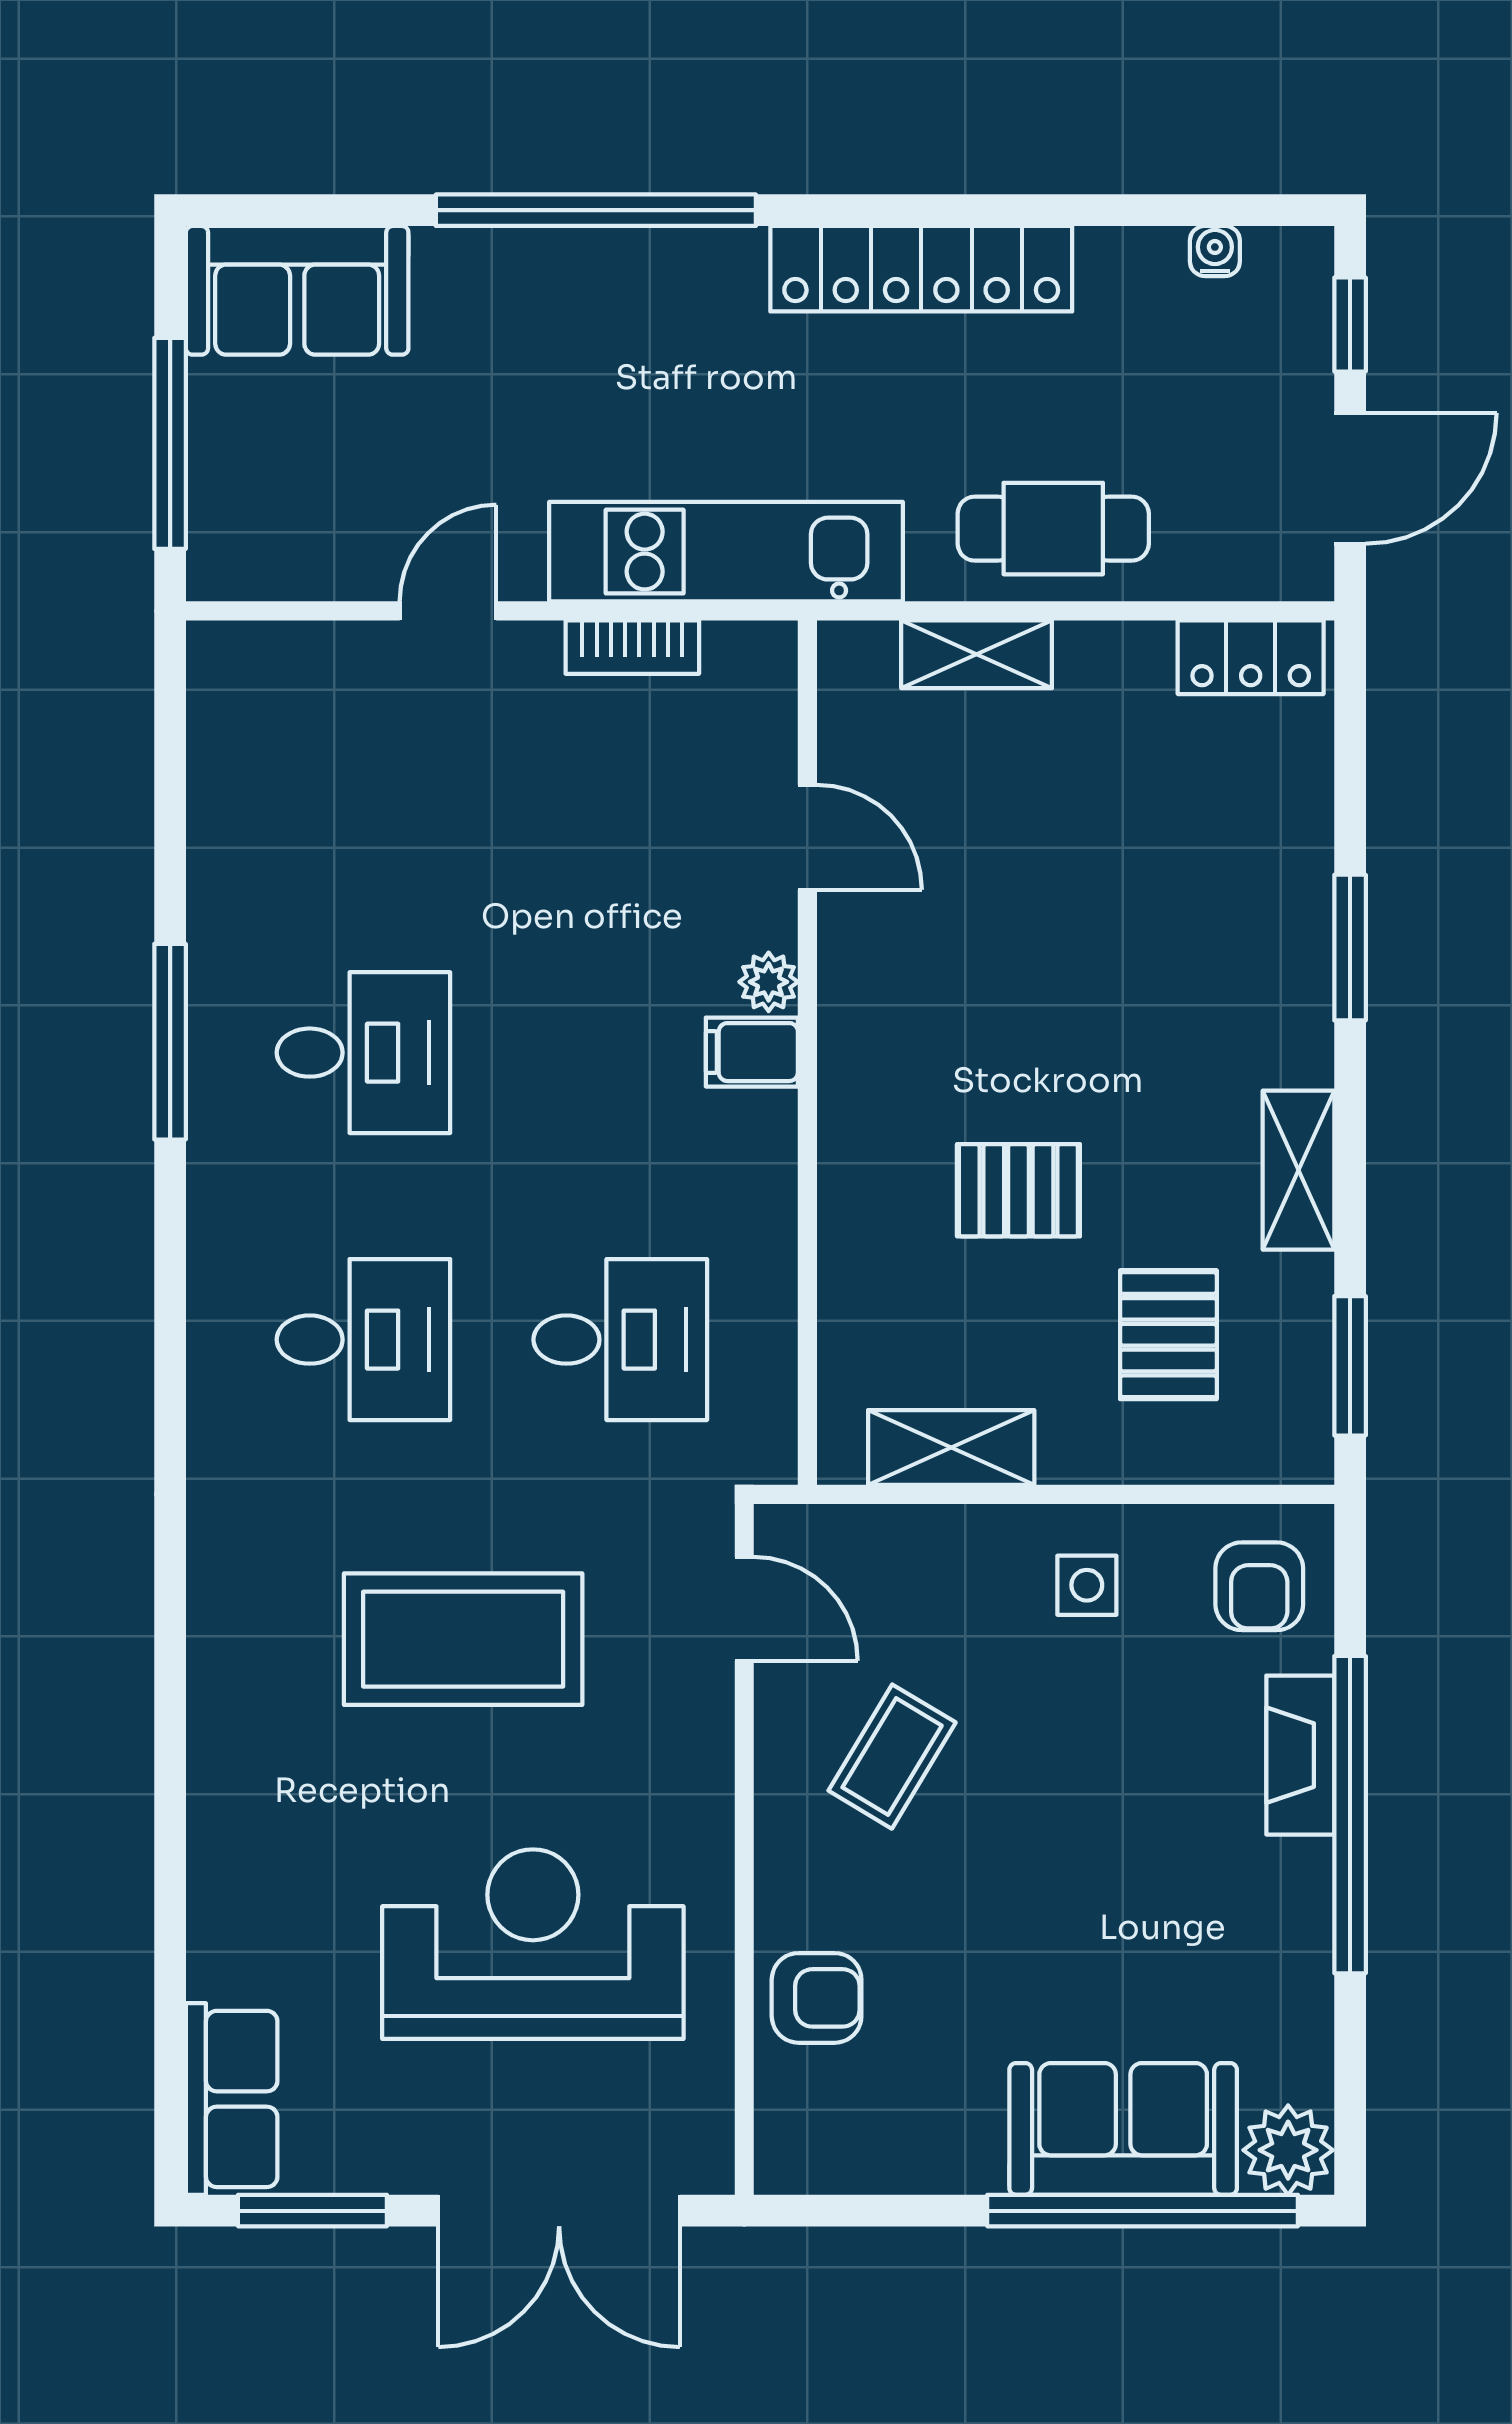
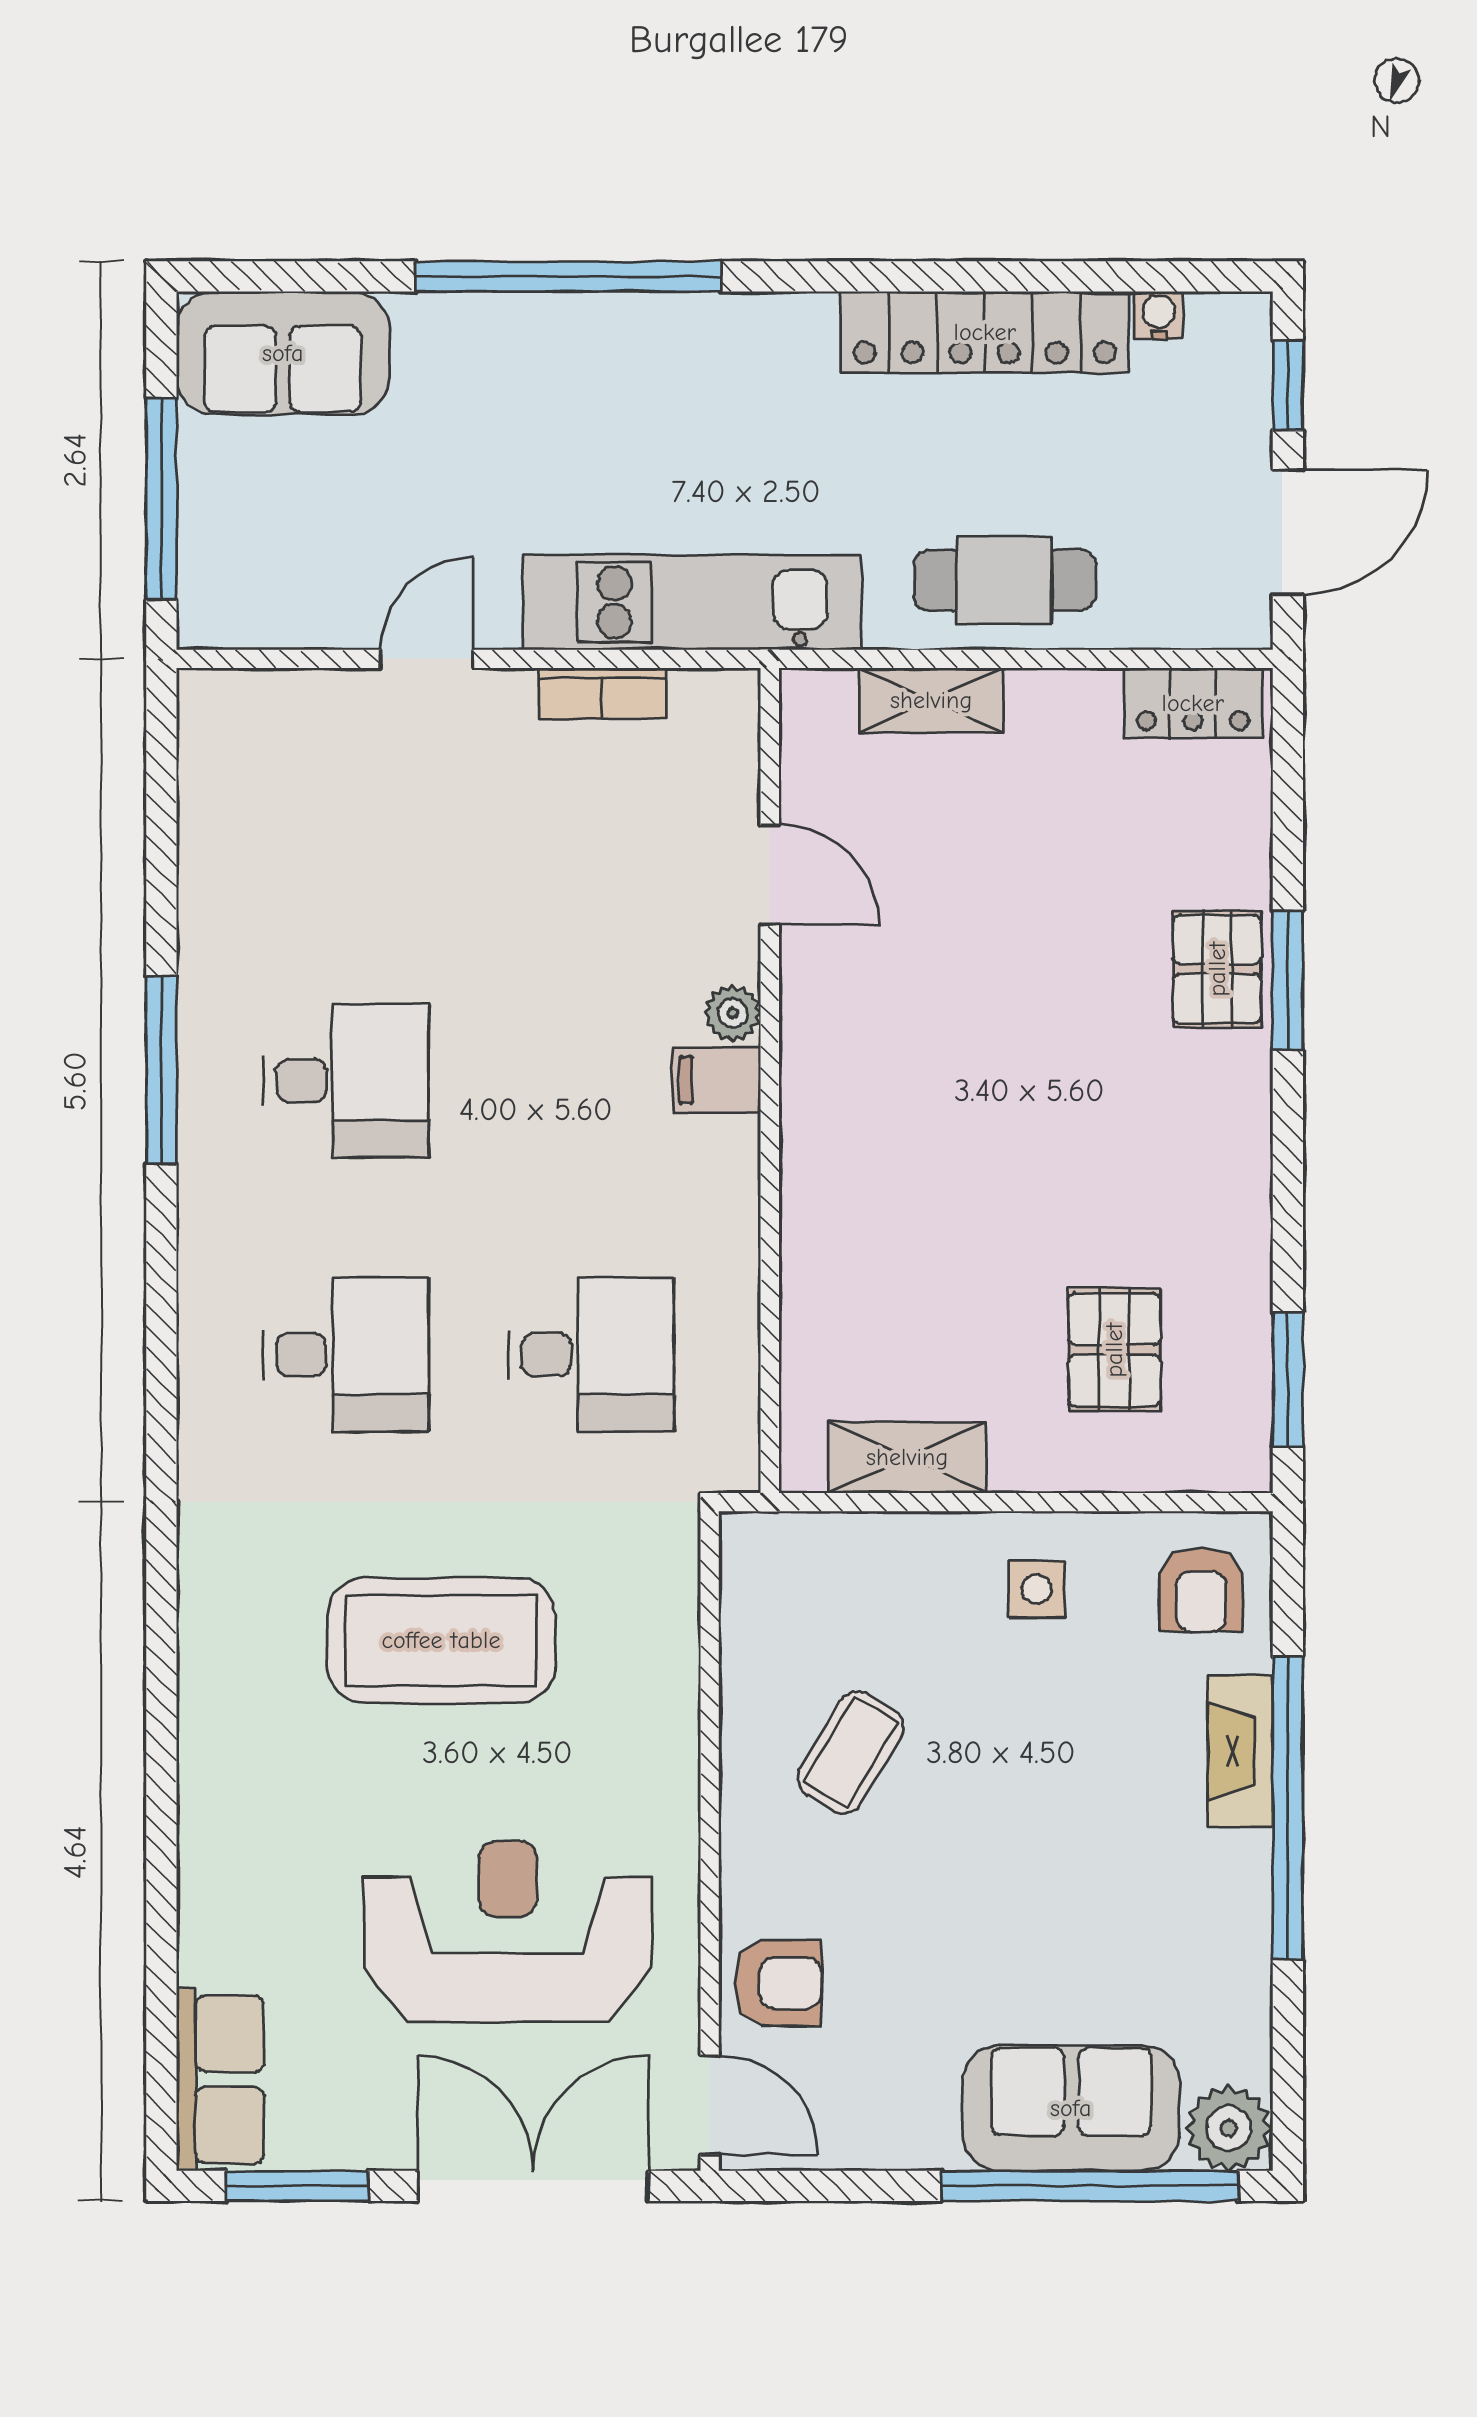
locker: (921, 269) -> (985, 332), moved
shelving: (1298, 1170) -> (1239, 1193), removed
pallet: (1018, 1190) -> (1217, 969), moved, turned 90
door: (744, 1609) -> (710, 2105), moved
double door: (559, 2211) -> (533, 2186), swing flipped

